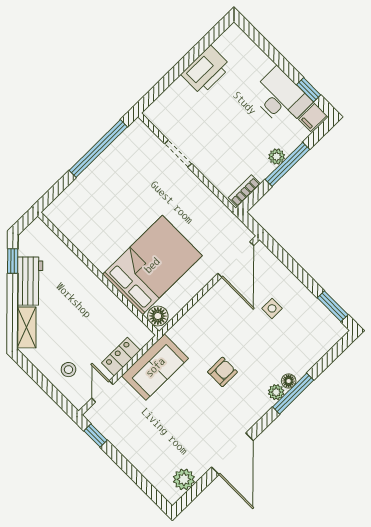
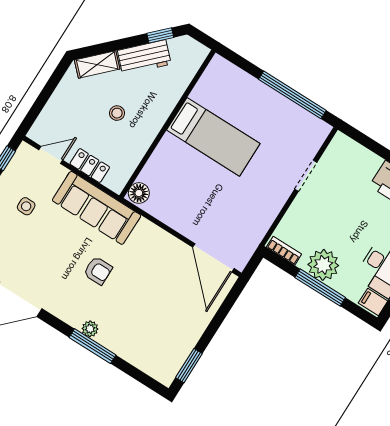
plant: (277, 157) -> (323, 265), width x1.88, depth x1.88
door: (236, 259) -> (213, 258), hinge flipped
bed: (152, 265) -> (213, 137), moved, width x0.67
side table: (272, 308) -> (26, 206), moved
sofa: (155, 367) -> (97, 208), width x1.36
stool: (68, 370) -> (117, 113), moved
floor lamp: (289, 381) -> (104, 339), removed

